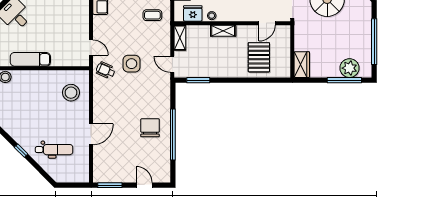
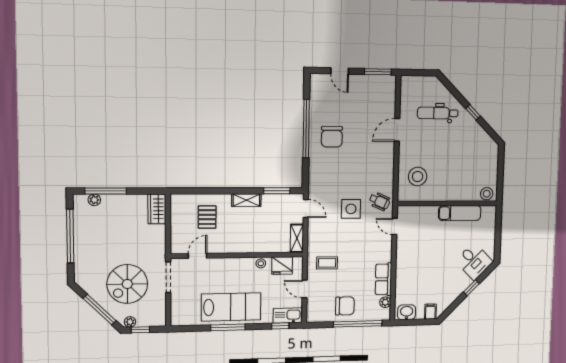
shelving: (223, 31) -> (246, 200), moved
pallet: (259, 57) -> (207, 217), width x0.67, depth x0.71
plant: (349, 68) -> (94, 200), width x0.53, depth x0.53

